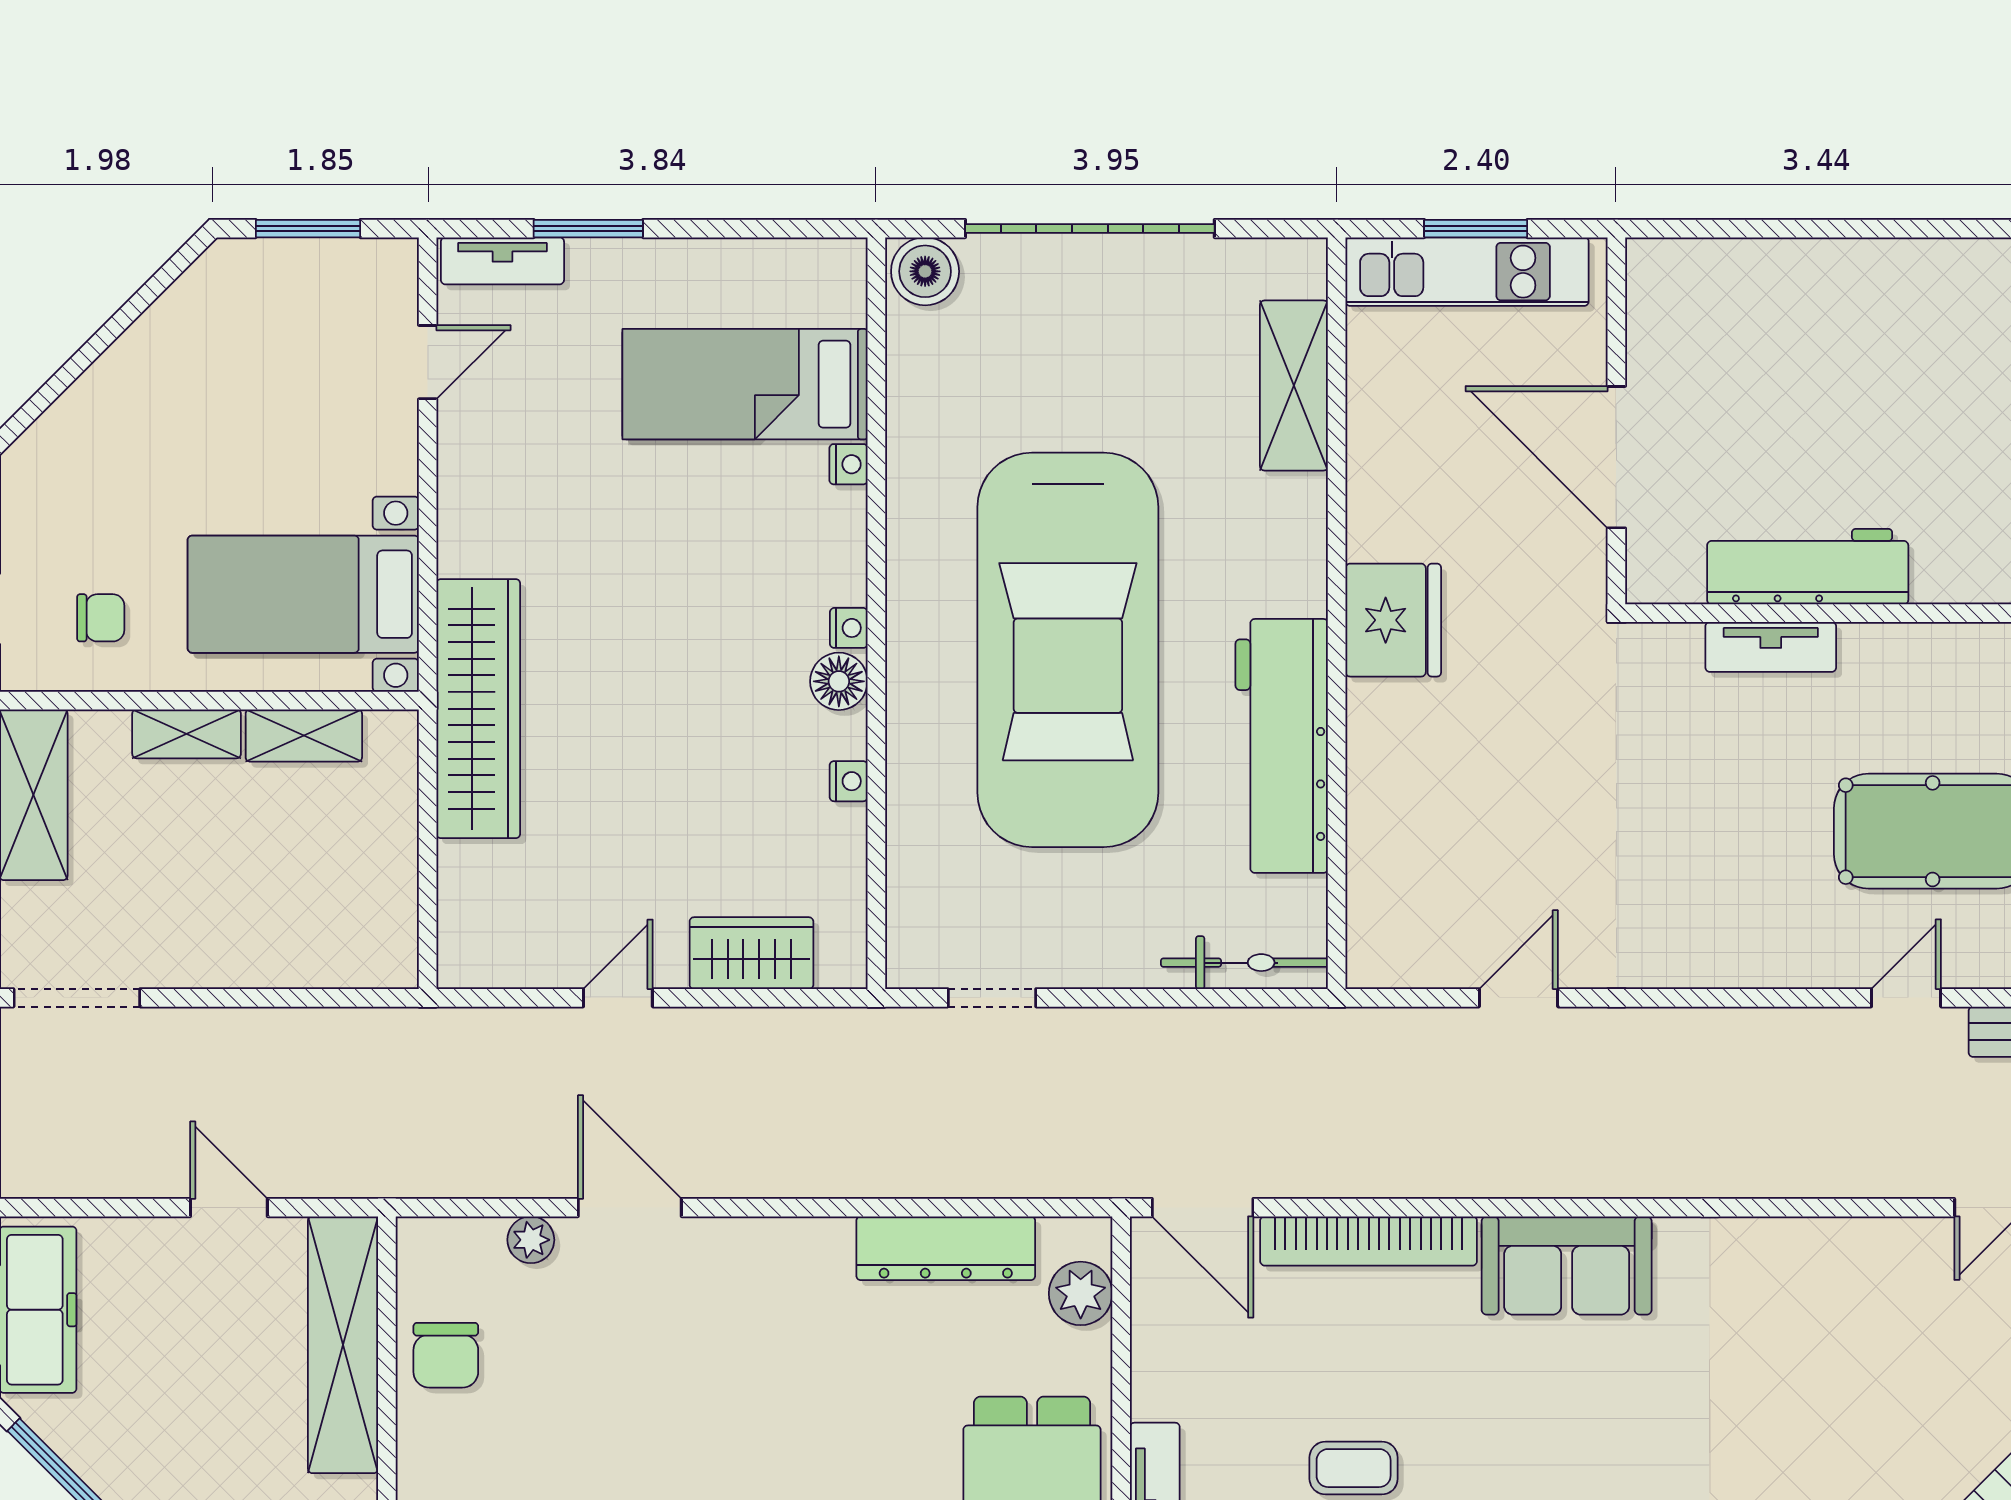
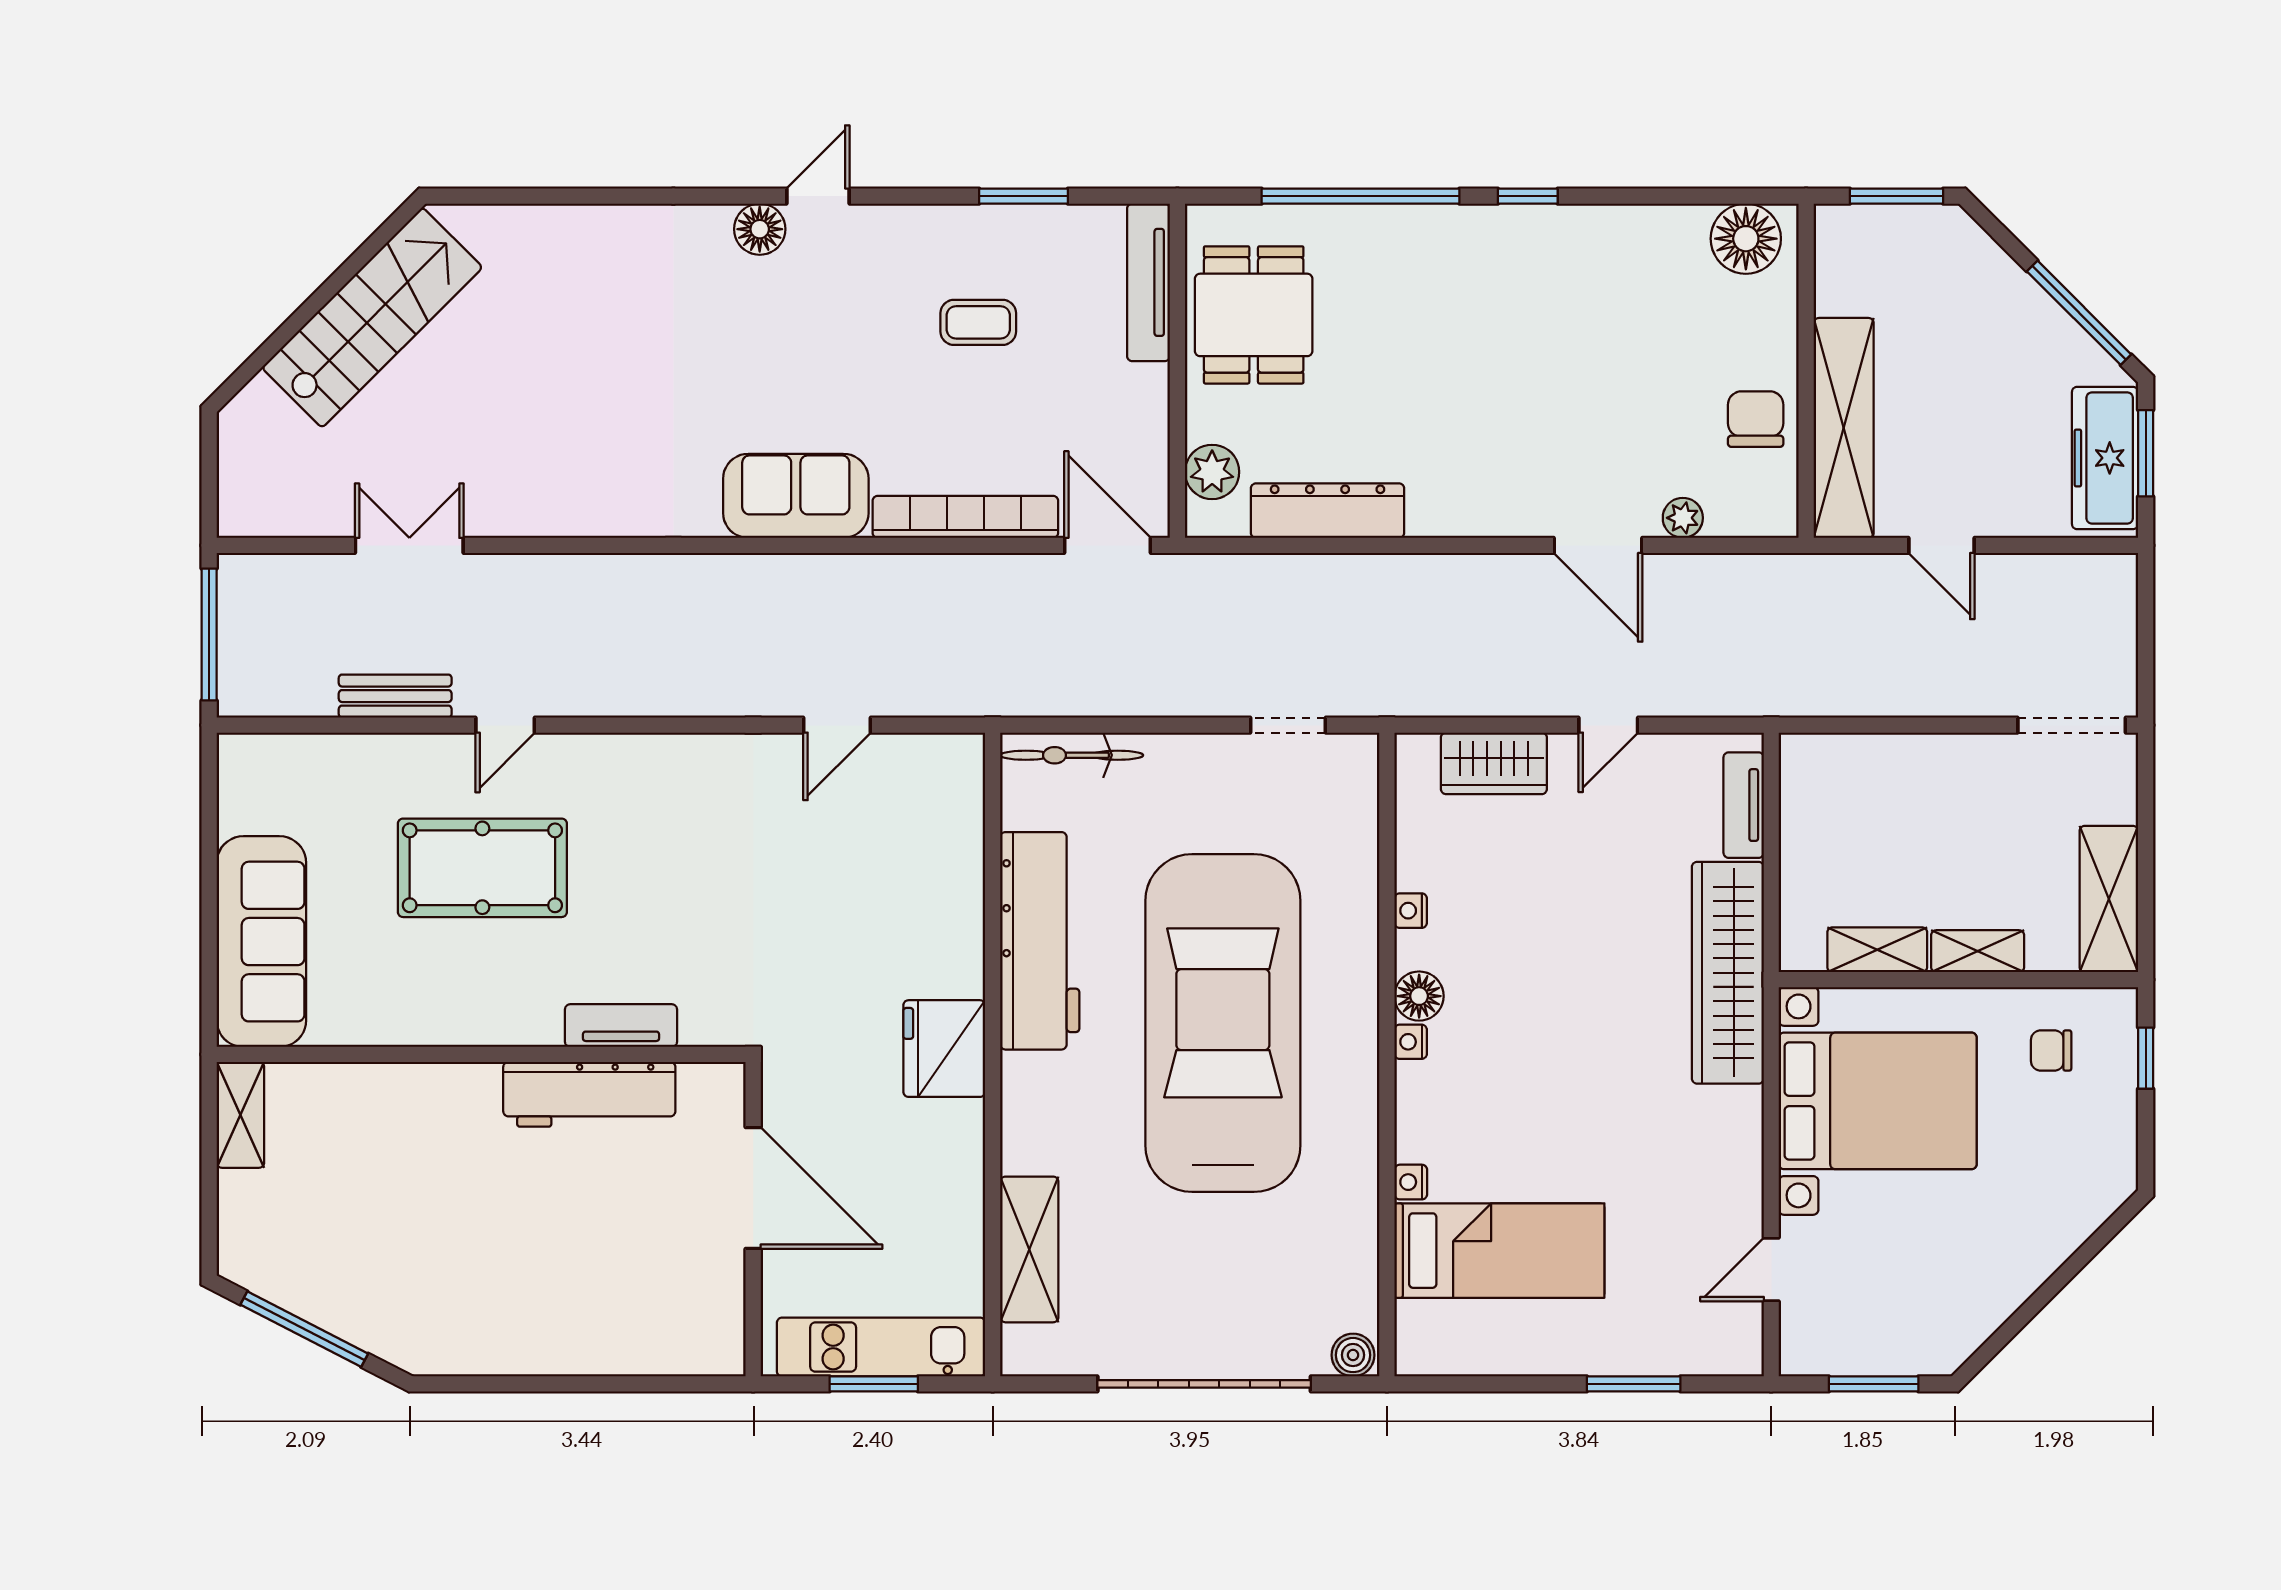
tv unit: (502, 261) -> (1744, 805), moved, turned -90
boiler: (925, 271) -> (1353, 1355), width x0.73, depth x0.73
bed with nightstands: (303, 594) -> (1878, 1101), width x1.36

